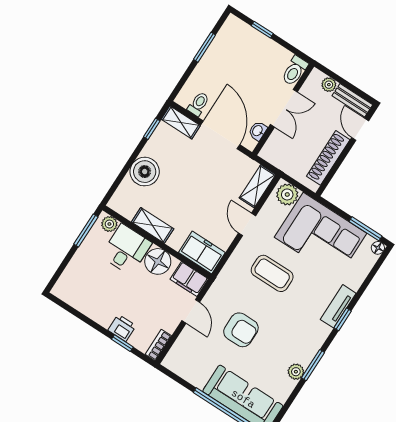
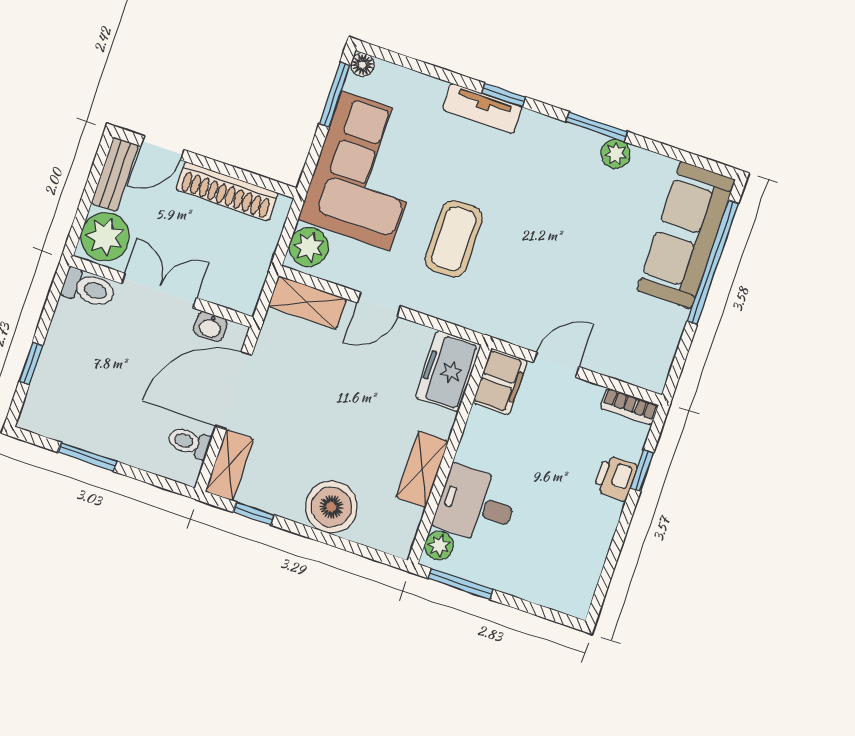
plant: (329, 85) -> (105, 237), width x1.87, depth x1.87
floor lamp: (158, 261) -> (483, 444), removed
armchair: (241, 330) -> (566, 268), removed

